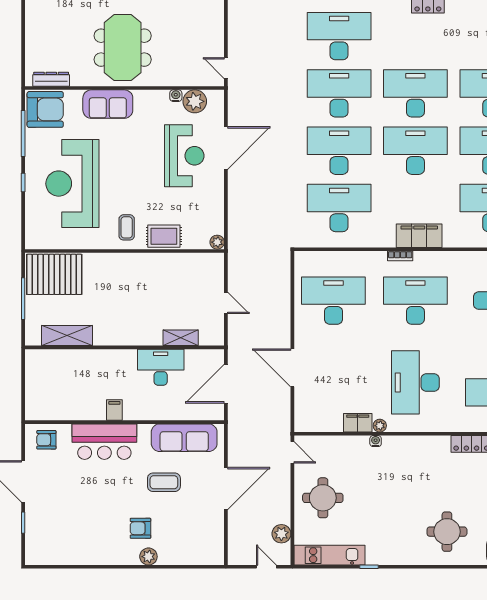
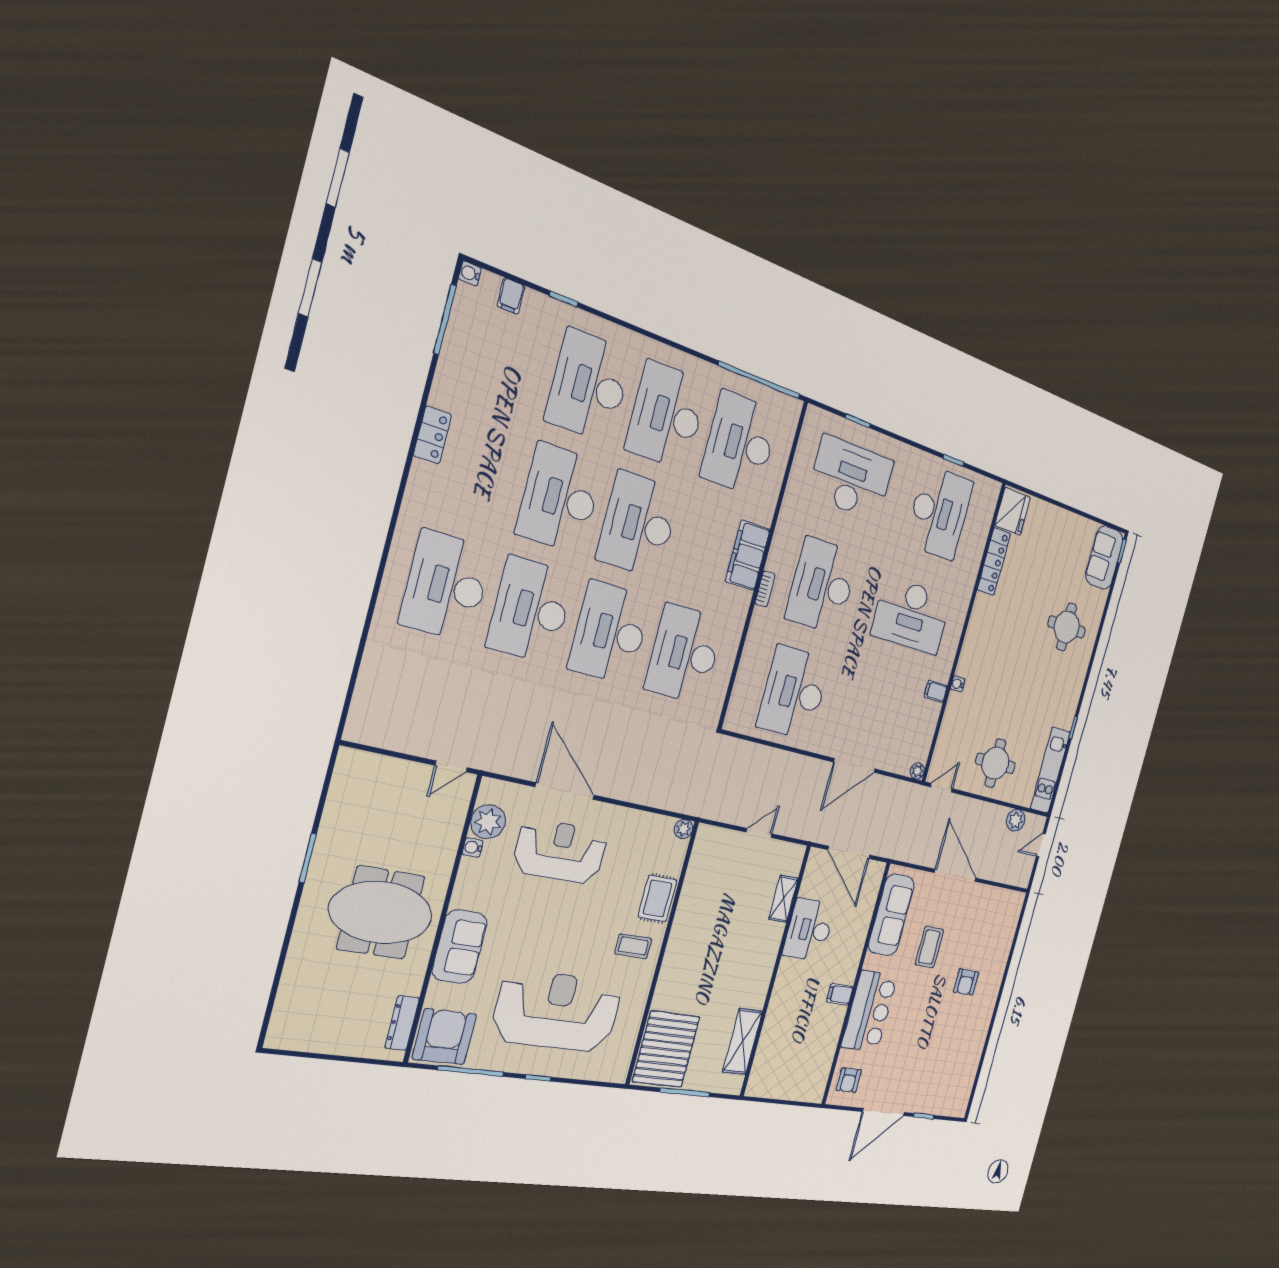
reception desk: (72, 184) -> (557, 1011), turned 180
filing cabinet: (358, 423) -> (936, 691), width x0.50
plant: (380, 426) -> (917, 771), moved
plant: (148, 557) -> (995, 977), removed

